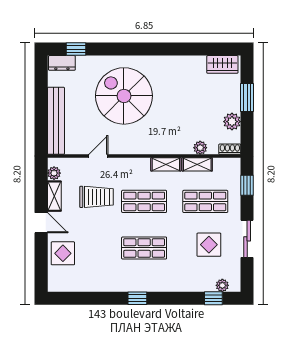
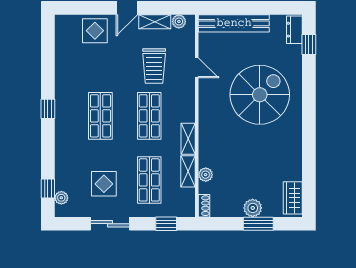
plant: (232, 122) -> (253, 208), moved

